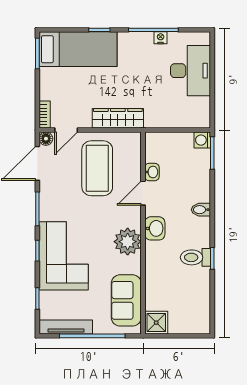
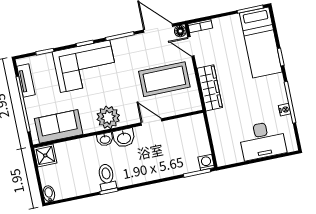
washbasin: (152, 172) -> (105, 139), moved
bidet: (201, 210) -> (49, 194), moved
tv unit: (66, 327) -> (26, 81), width x0.71

